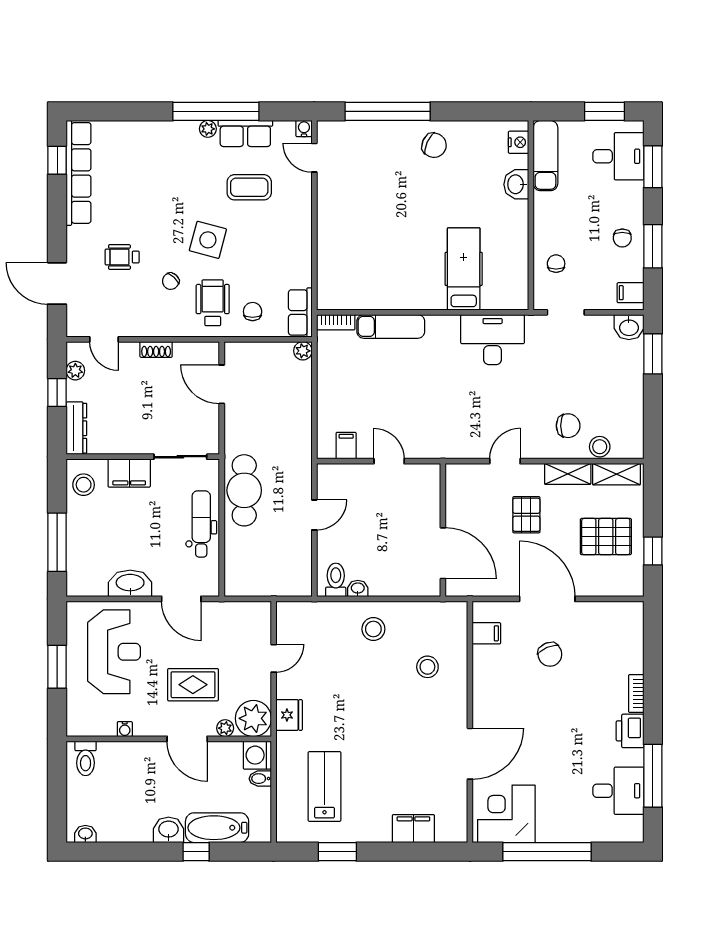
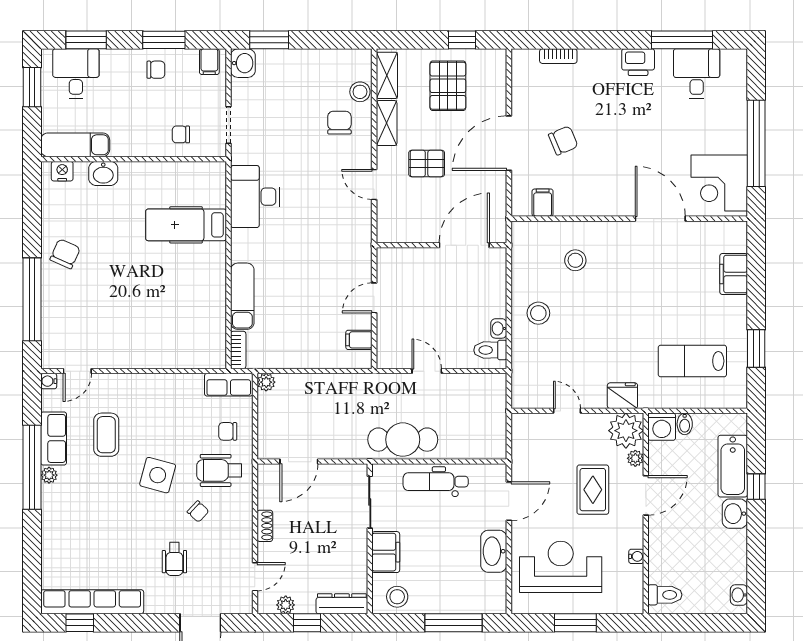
bookcase: (636, 693) -> (558, 56), moved

